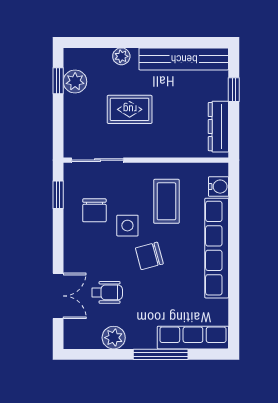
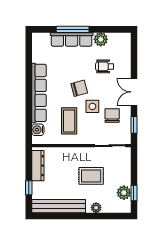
double door: (58, 296) -> (134, 92), moved
row of seats: (193, 338) -> (72, 39), moved

